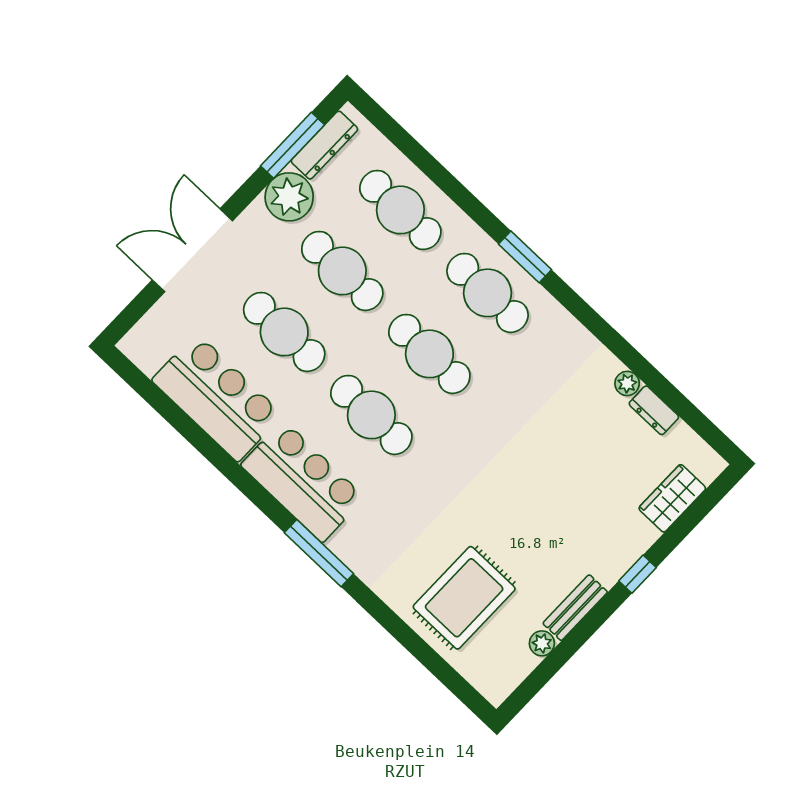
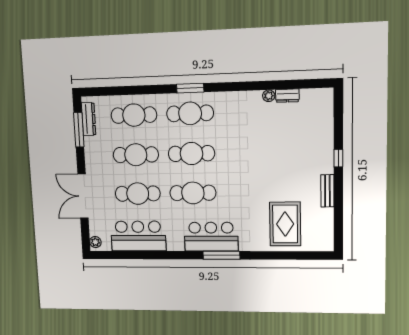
plant: (289, 197) -> (95, 242), moved, width x0.53, depth x0.53
bar counter: (303, 481) -> (211, 237), moved
wardrobe: (672, 498) -> (325, 120), removed
plant: (542, 643) -> (328, 214), removed

